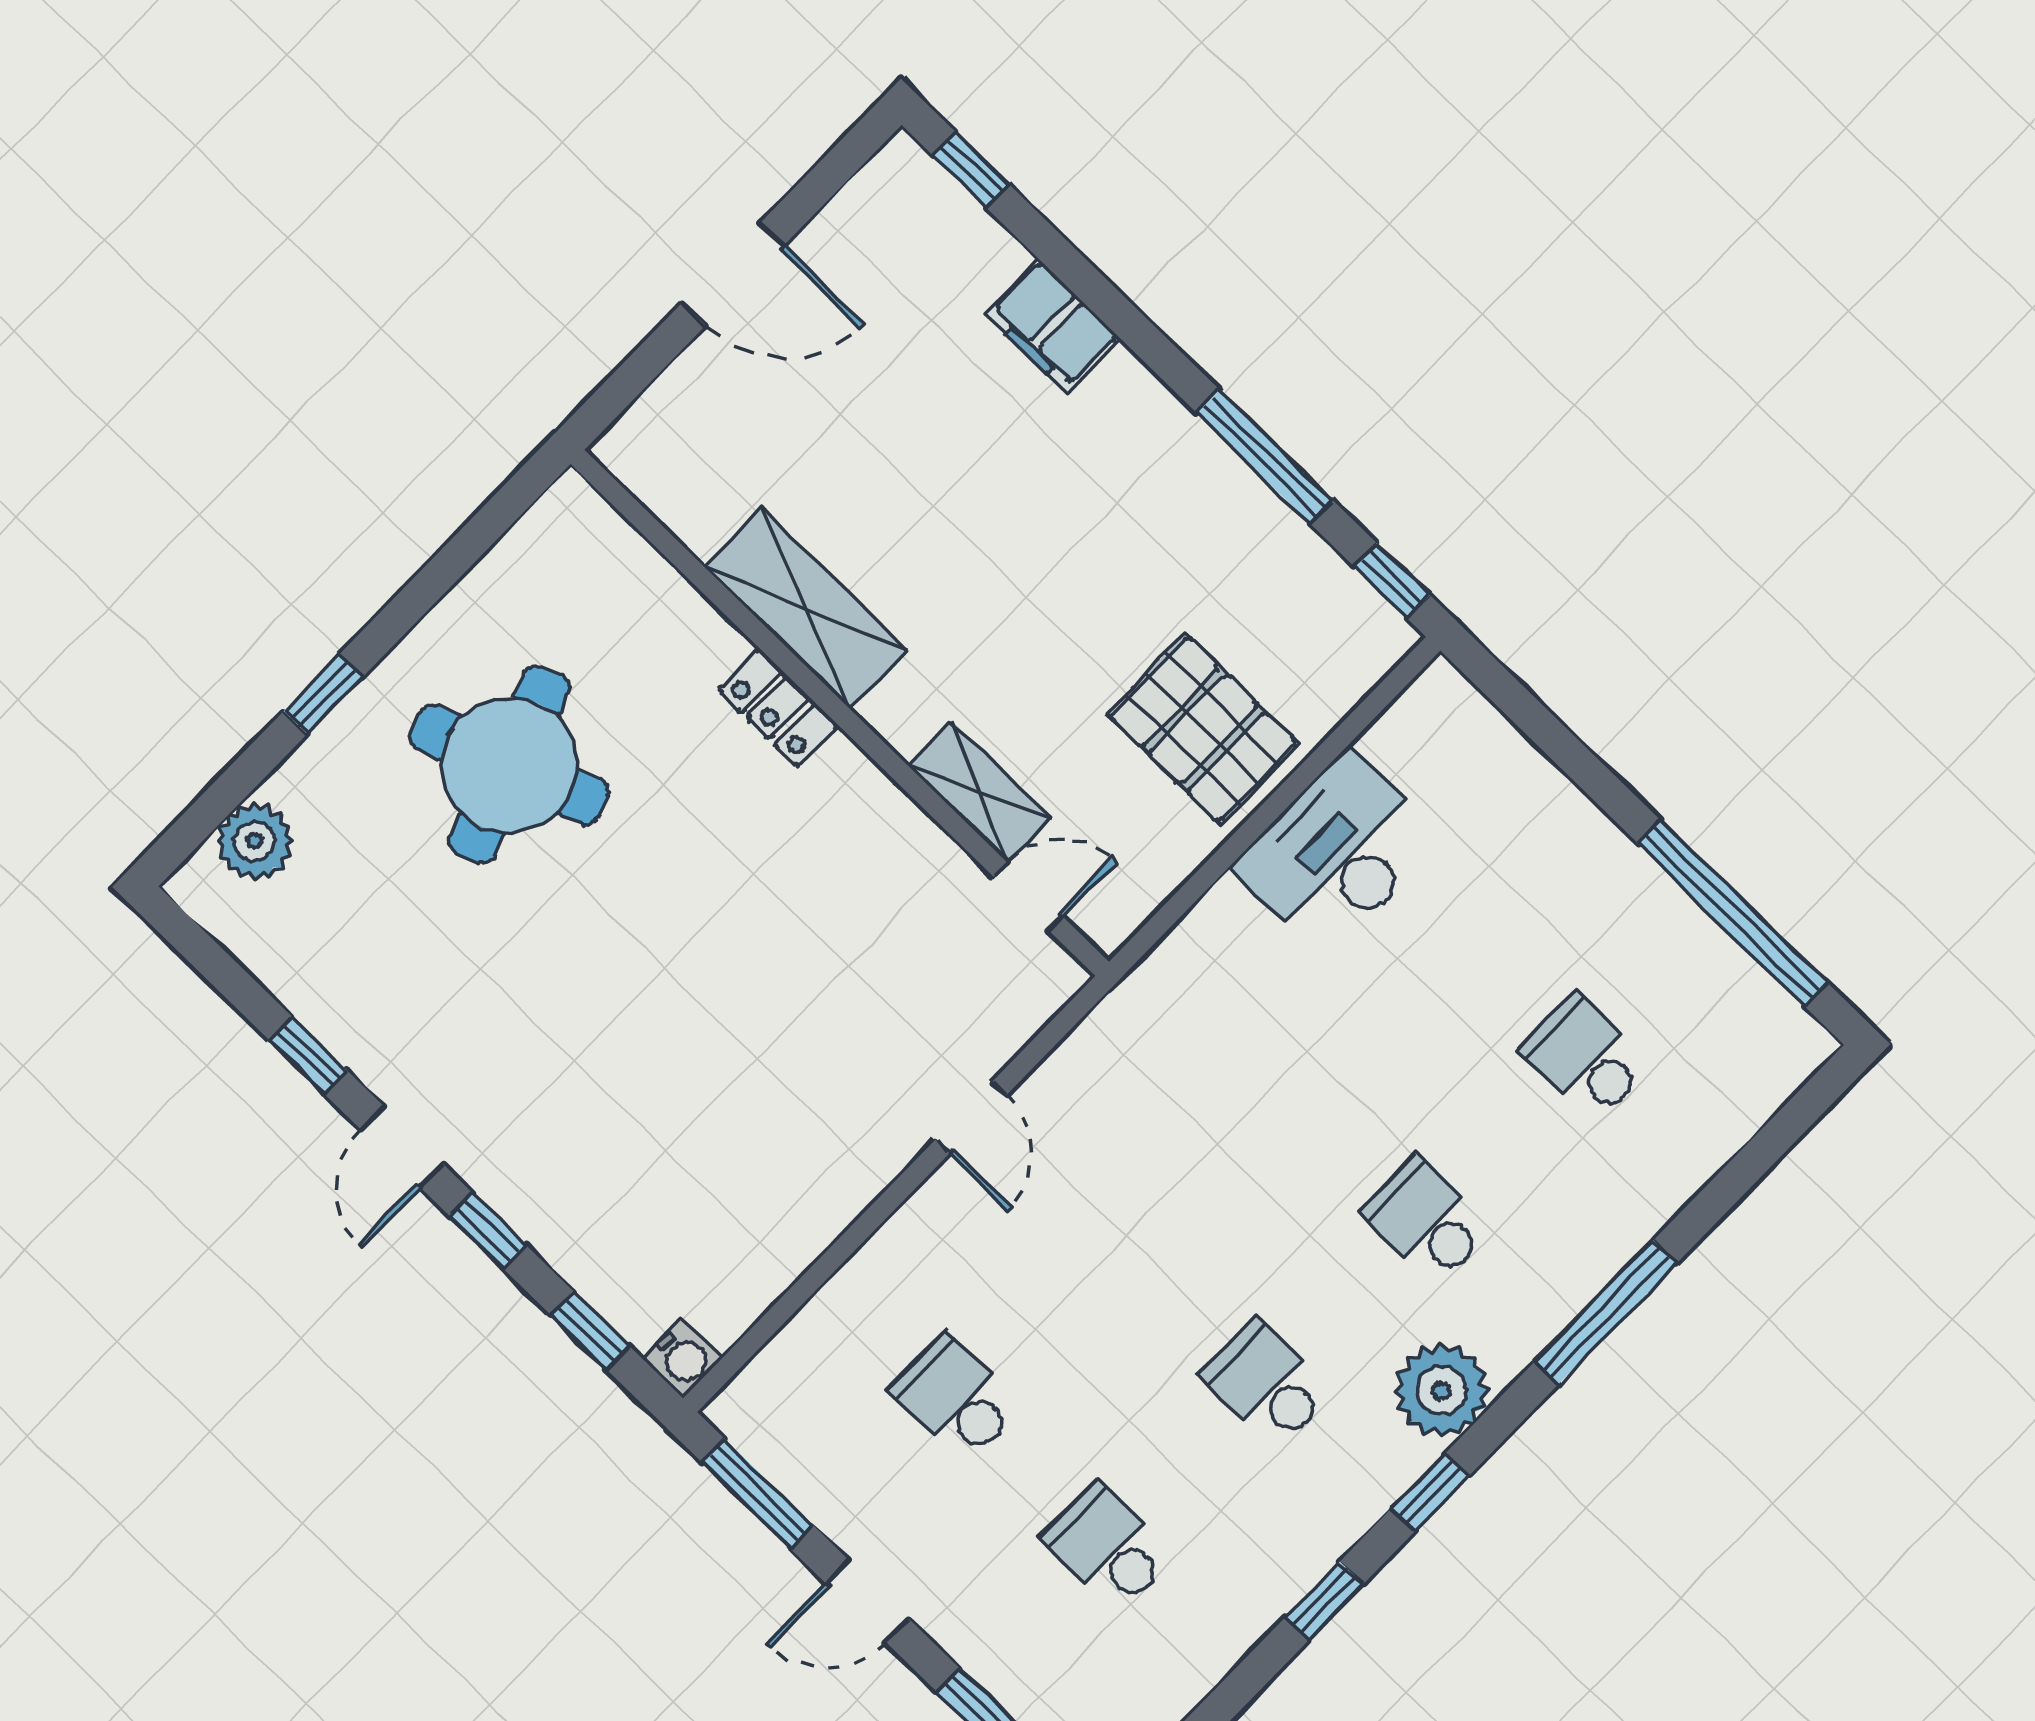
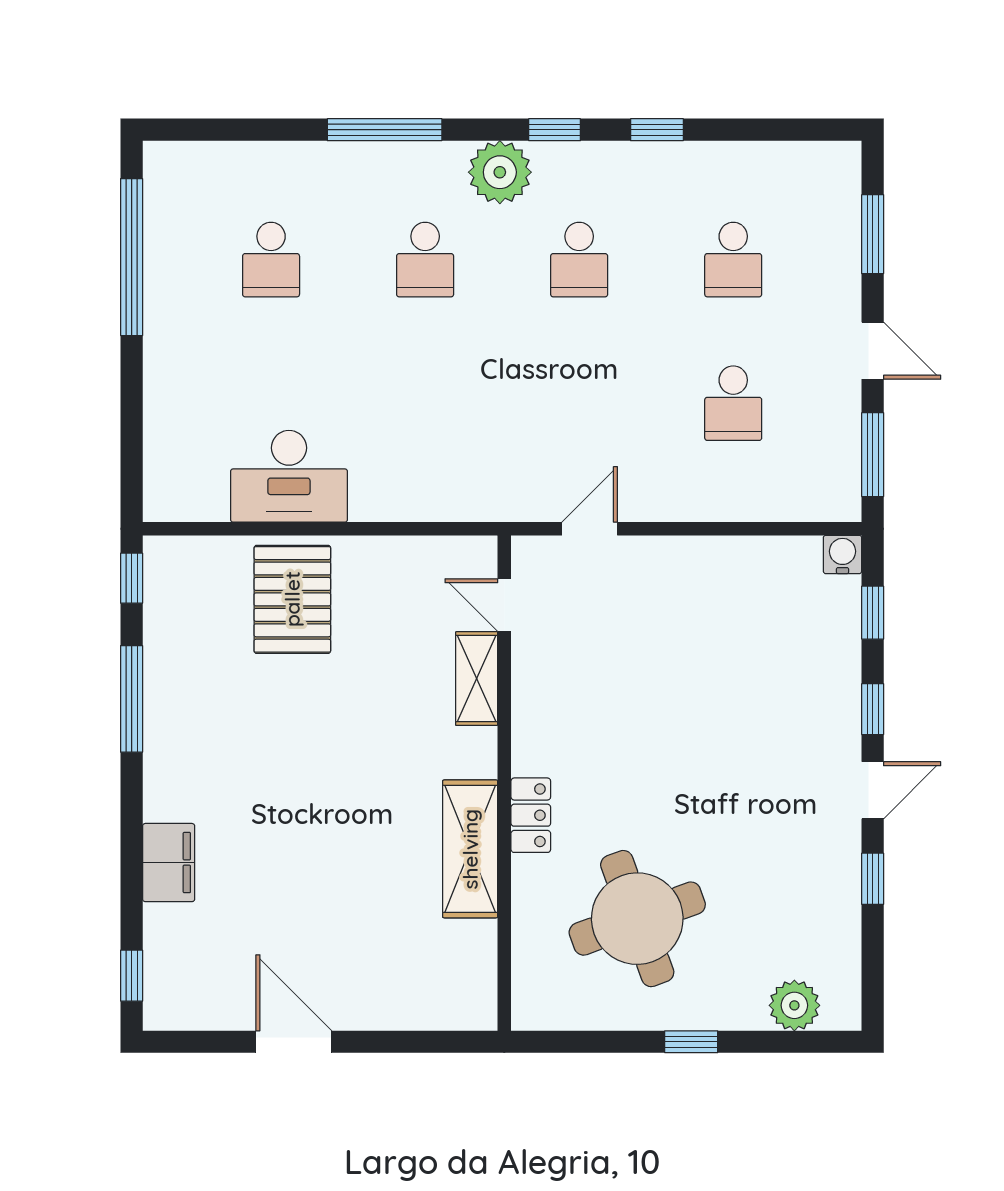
shelving: (805, 609) -> (470, 849), moved
locker: (778, 708) -> (531, 815), moved
wall: (840, 713) -> (504, 783), moved
shelving: (979, 791) -> (477, 679), moved
door: (1028, 897) -> (504, 605), moved

